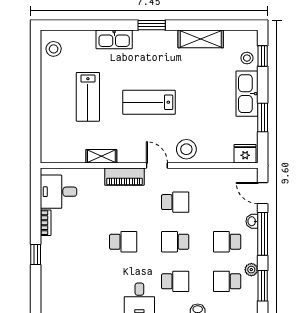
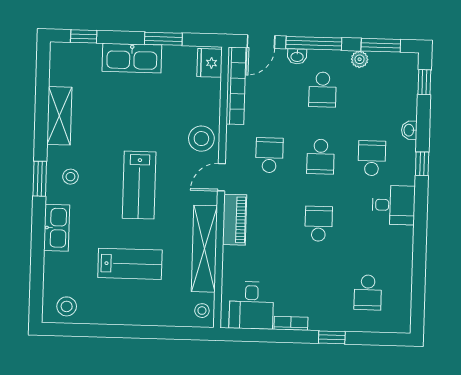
stool: (247, 58) -> (70, 177), moved
stool: (53, 154) -> (202, 311), added
shelving: (101, 156) -> (204, 249), width x2.20, depth x1.33
bookcase: (228, 175) -> (236, 86), added
school desk: (227, 281) -> (368, 292), moved

